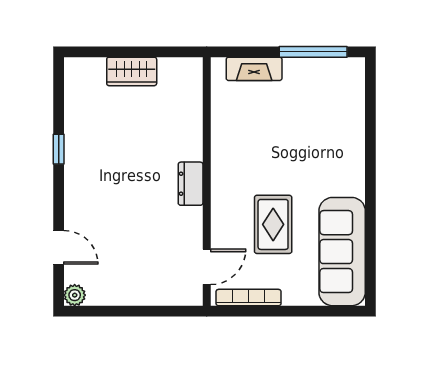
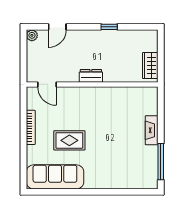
wall: (207, 181) -> (92, 84), moved
dresser: (191, 184) -> (91, 76), moved
door: (207, 267) -> (47, 84), moved

